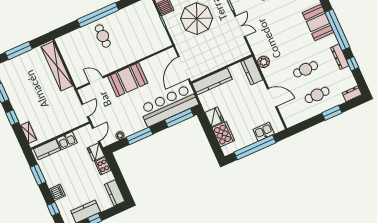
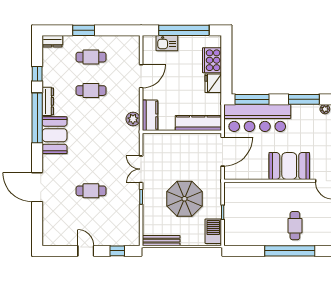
dresser: (340, 57) -> (48, 101), moved
door: (272, 98) -> (141, 76), swing flipped

